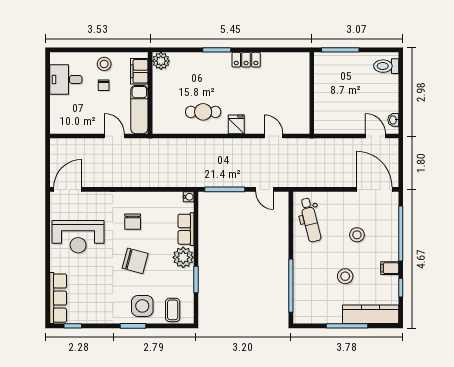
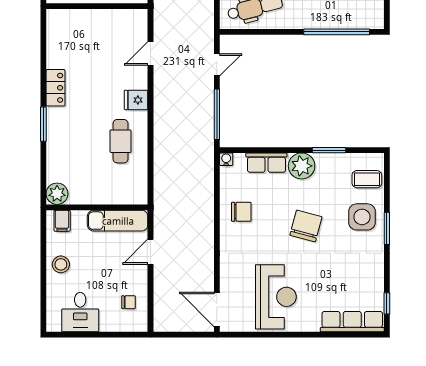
filing cabinet: (139, 71) -> (62, 221), width x0.50
chair: (104, 85) -> (129, 302), moved
chair: (133, 222) -> (241, 212), moved

